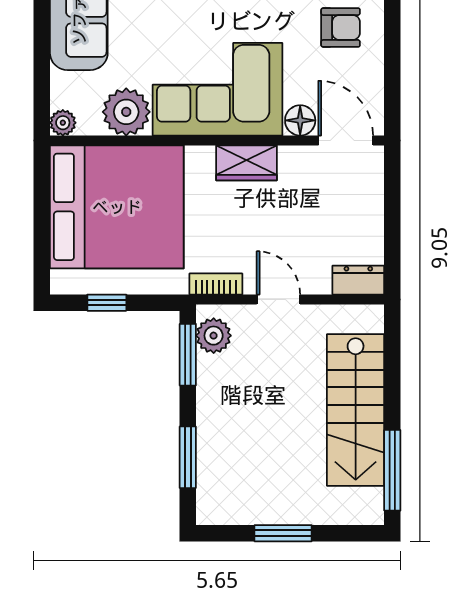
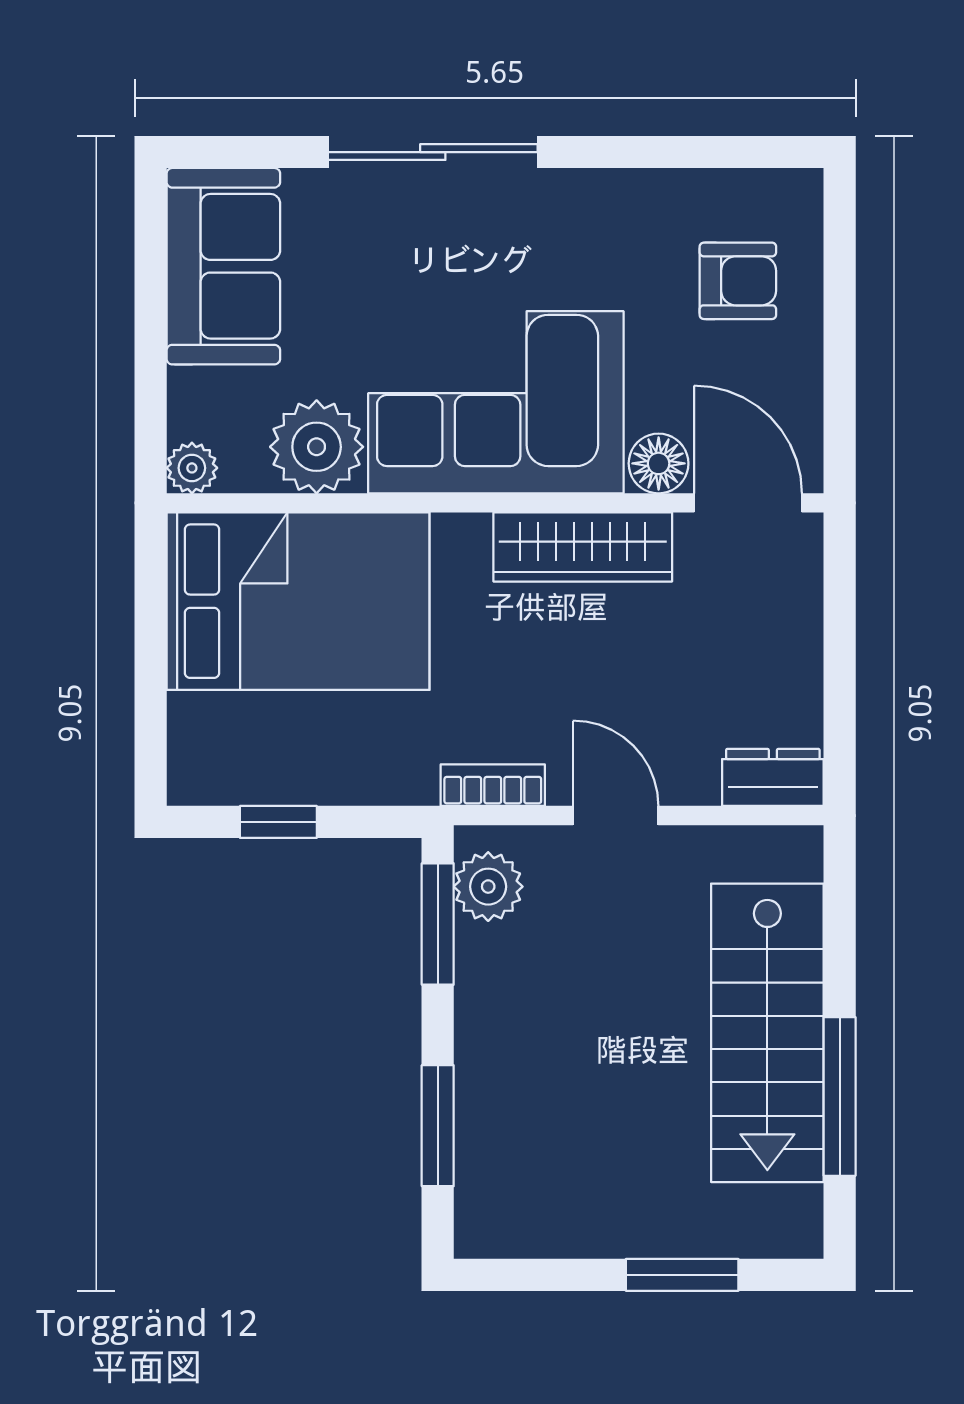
wardrobe: (246, 163) -> (583, 547), width x1.50
bed: (117, 207) -> (298, 601), width x0.73
window: (392, 470) -> (840, 1096), moved
window: (283, 533) -> (682, 1275), moved

